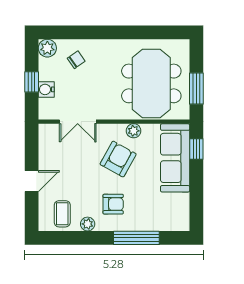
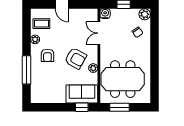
water cooler: (46, 89) -> (105, 14), moved
sofa: (175, 158) -> (82, 94), width x0.73

